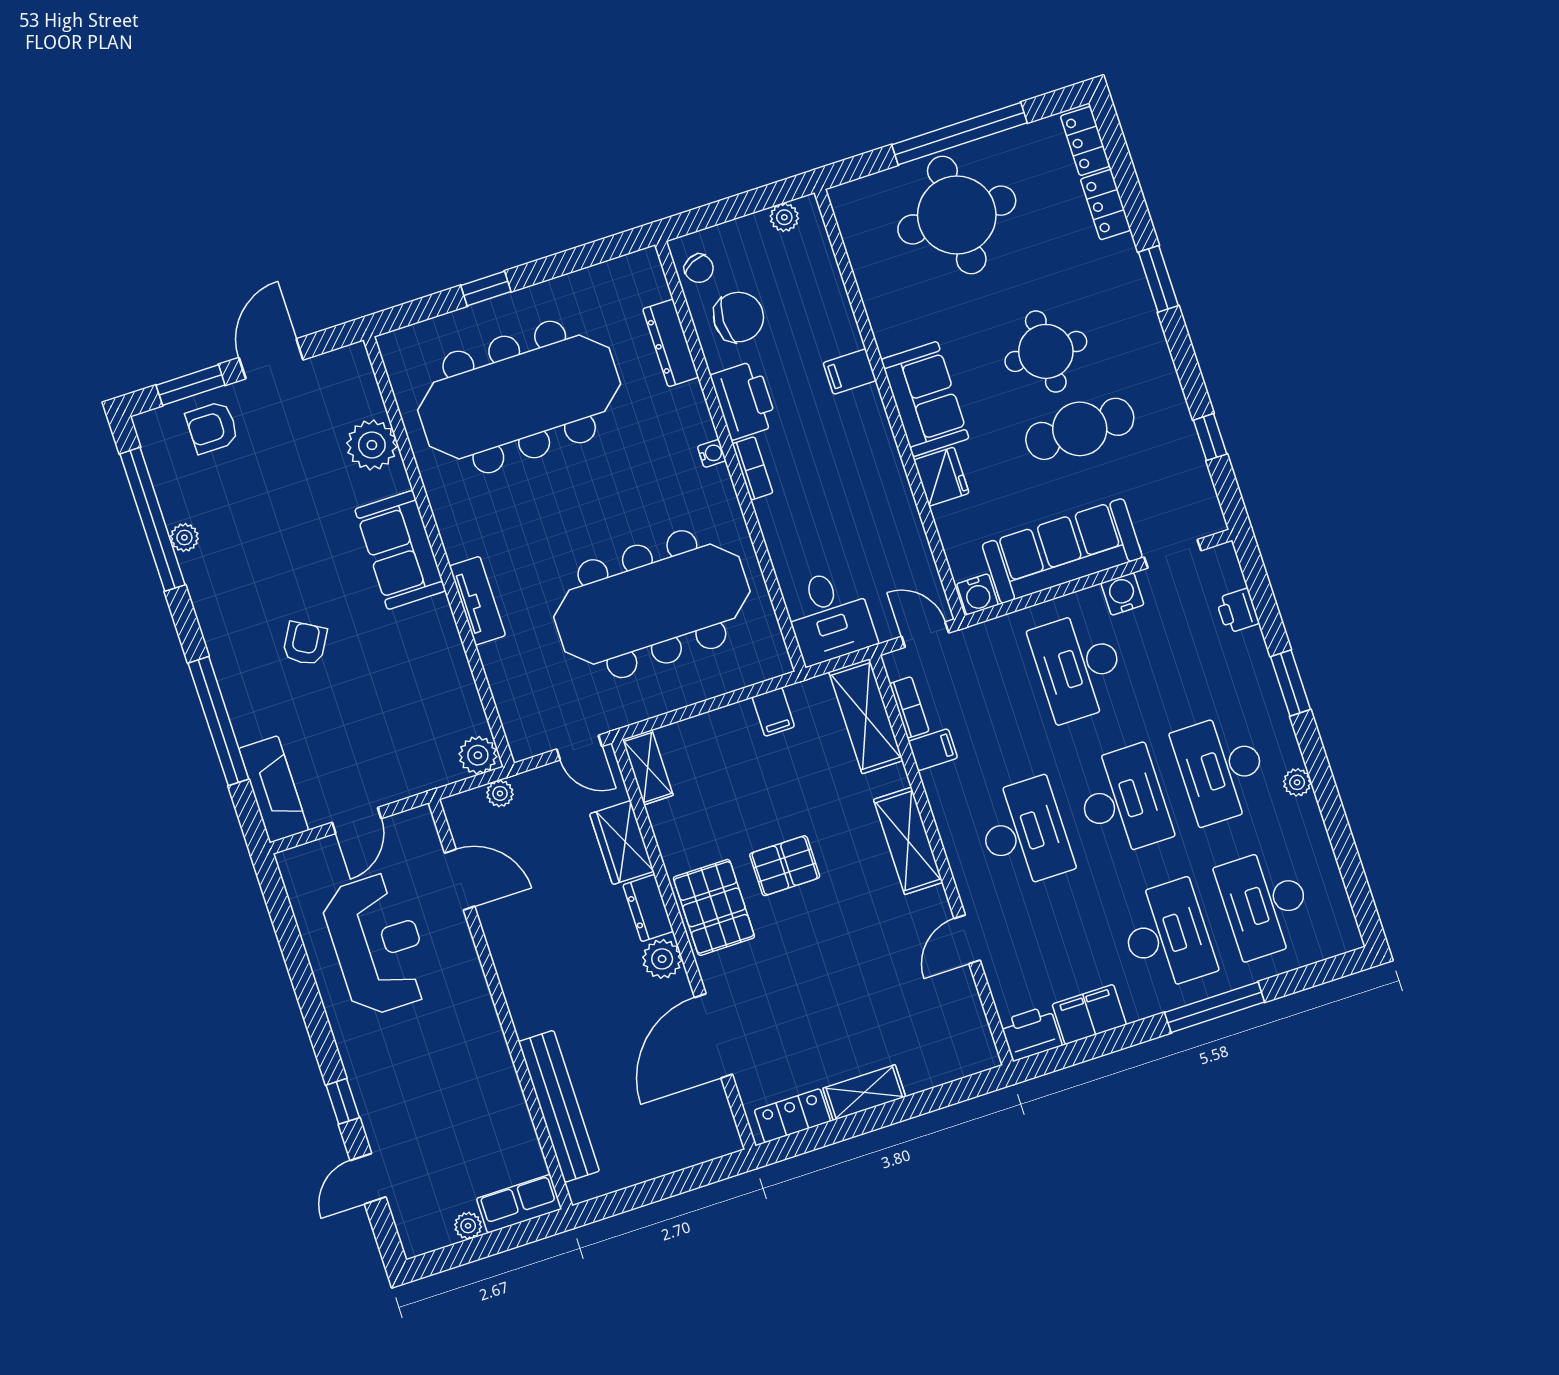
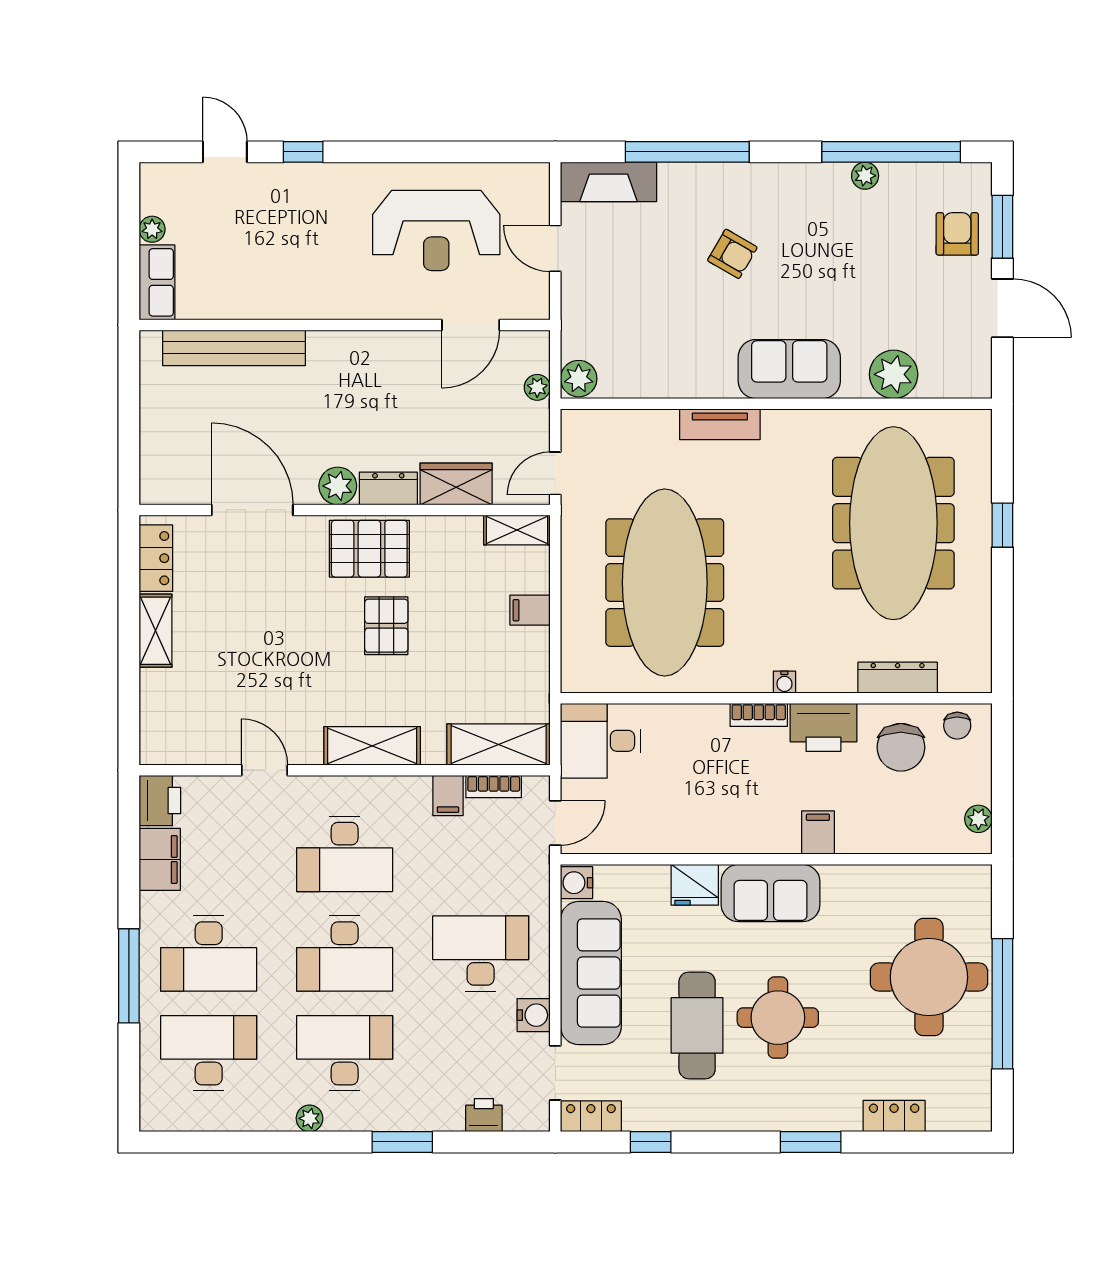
locker: (1085, 141) -> (591, 1116), moved
chair: (699, 268) -> (957, 726), turned -65
filing cabinet: (773, 712) -> (530, 610), moved

